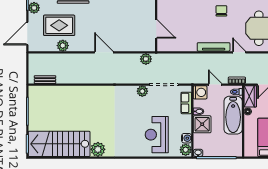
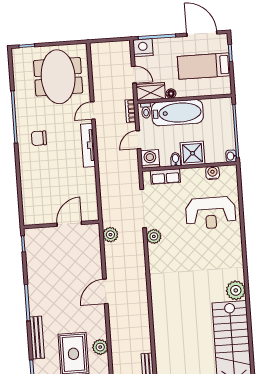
plant: (186, 150) -> (228, 173), removed

